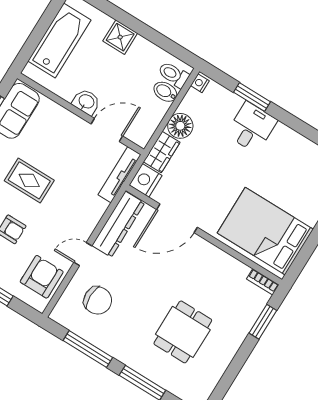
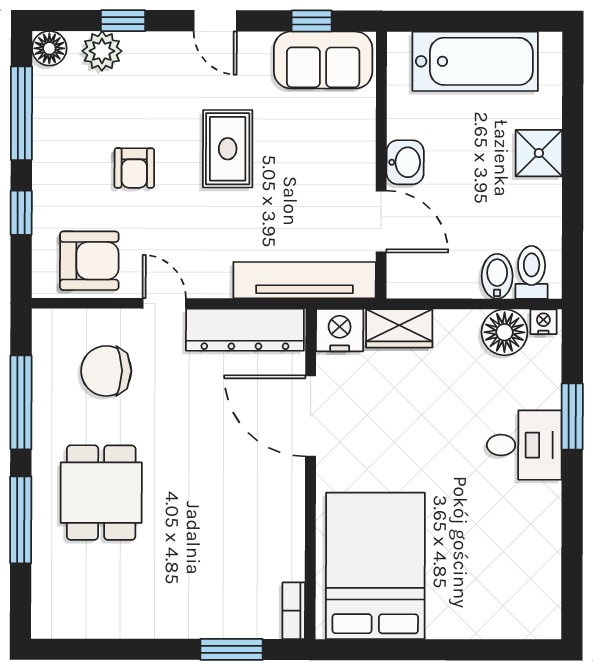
floor lamp: (180, 126) -> (504, 332), moved
tv unit: (119, 175) -> (305, 280), width x1.36, depth x1.29
chair: (98, 300) -> (106, 371), turned 90
dining table: (183, 332) -> (101, 493), moved, turned 90

